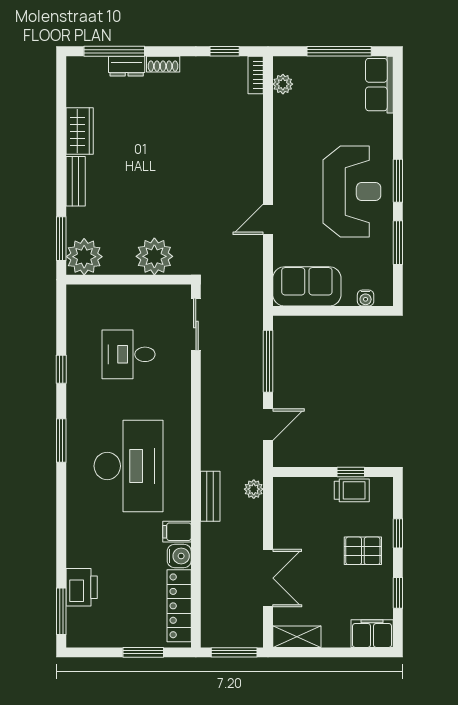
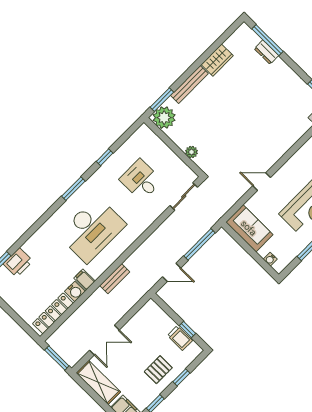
shoe rack: (163, 64) -> (283, 67), removed
bench: (76, 181) -> (189, 84), width x1.36
plant: (154, 256) -> (192, 152), width x0.53, depth x0.53
plant: (254, 489) -> (137, 295), removed
pallet: (363, 551) -> (158, 370), turned 90
shelving: (297, 637) -> (98, 382), width x1.50, depth x1.33
window: (143, 652) -> (17, 318), removed

